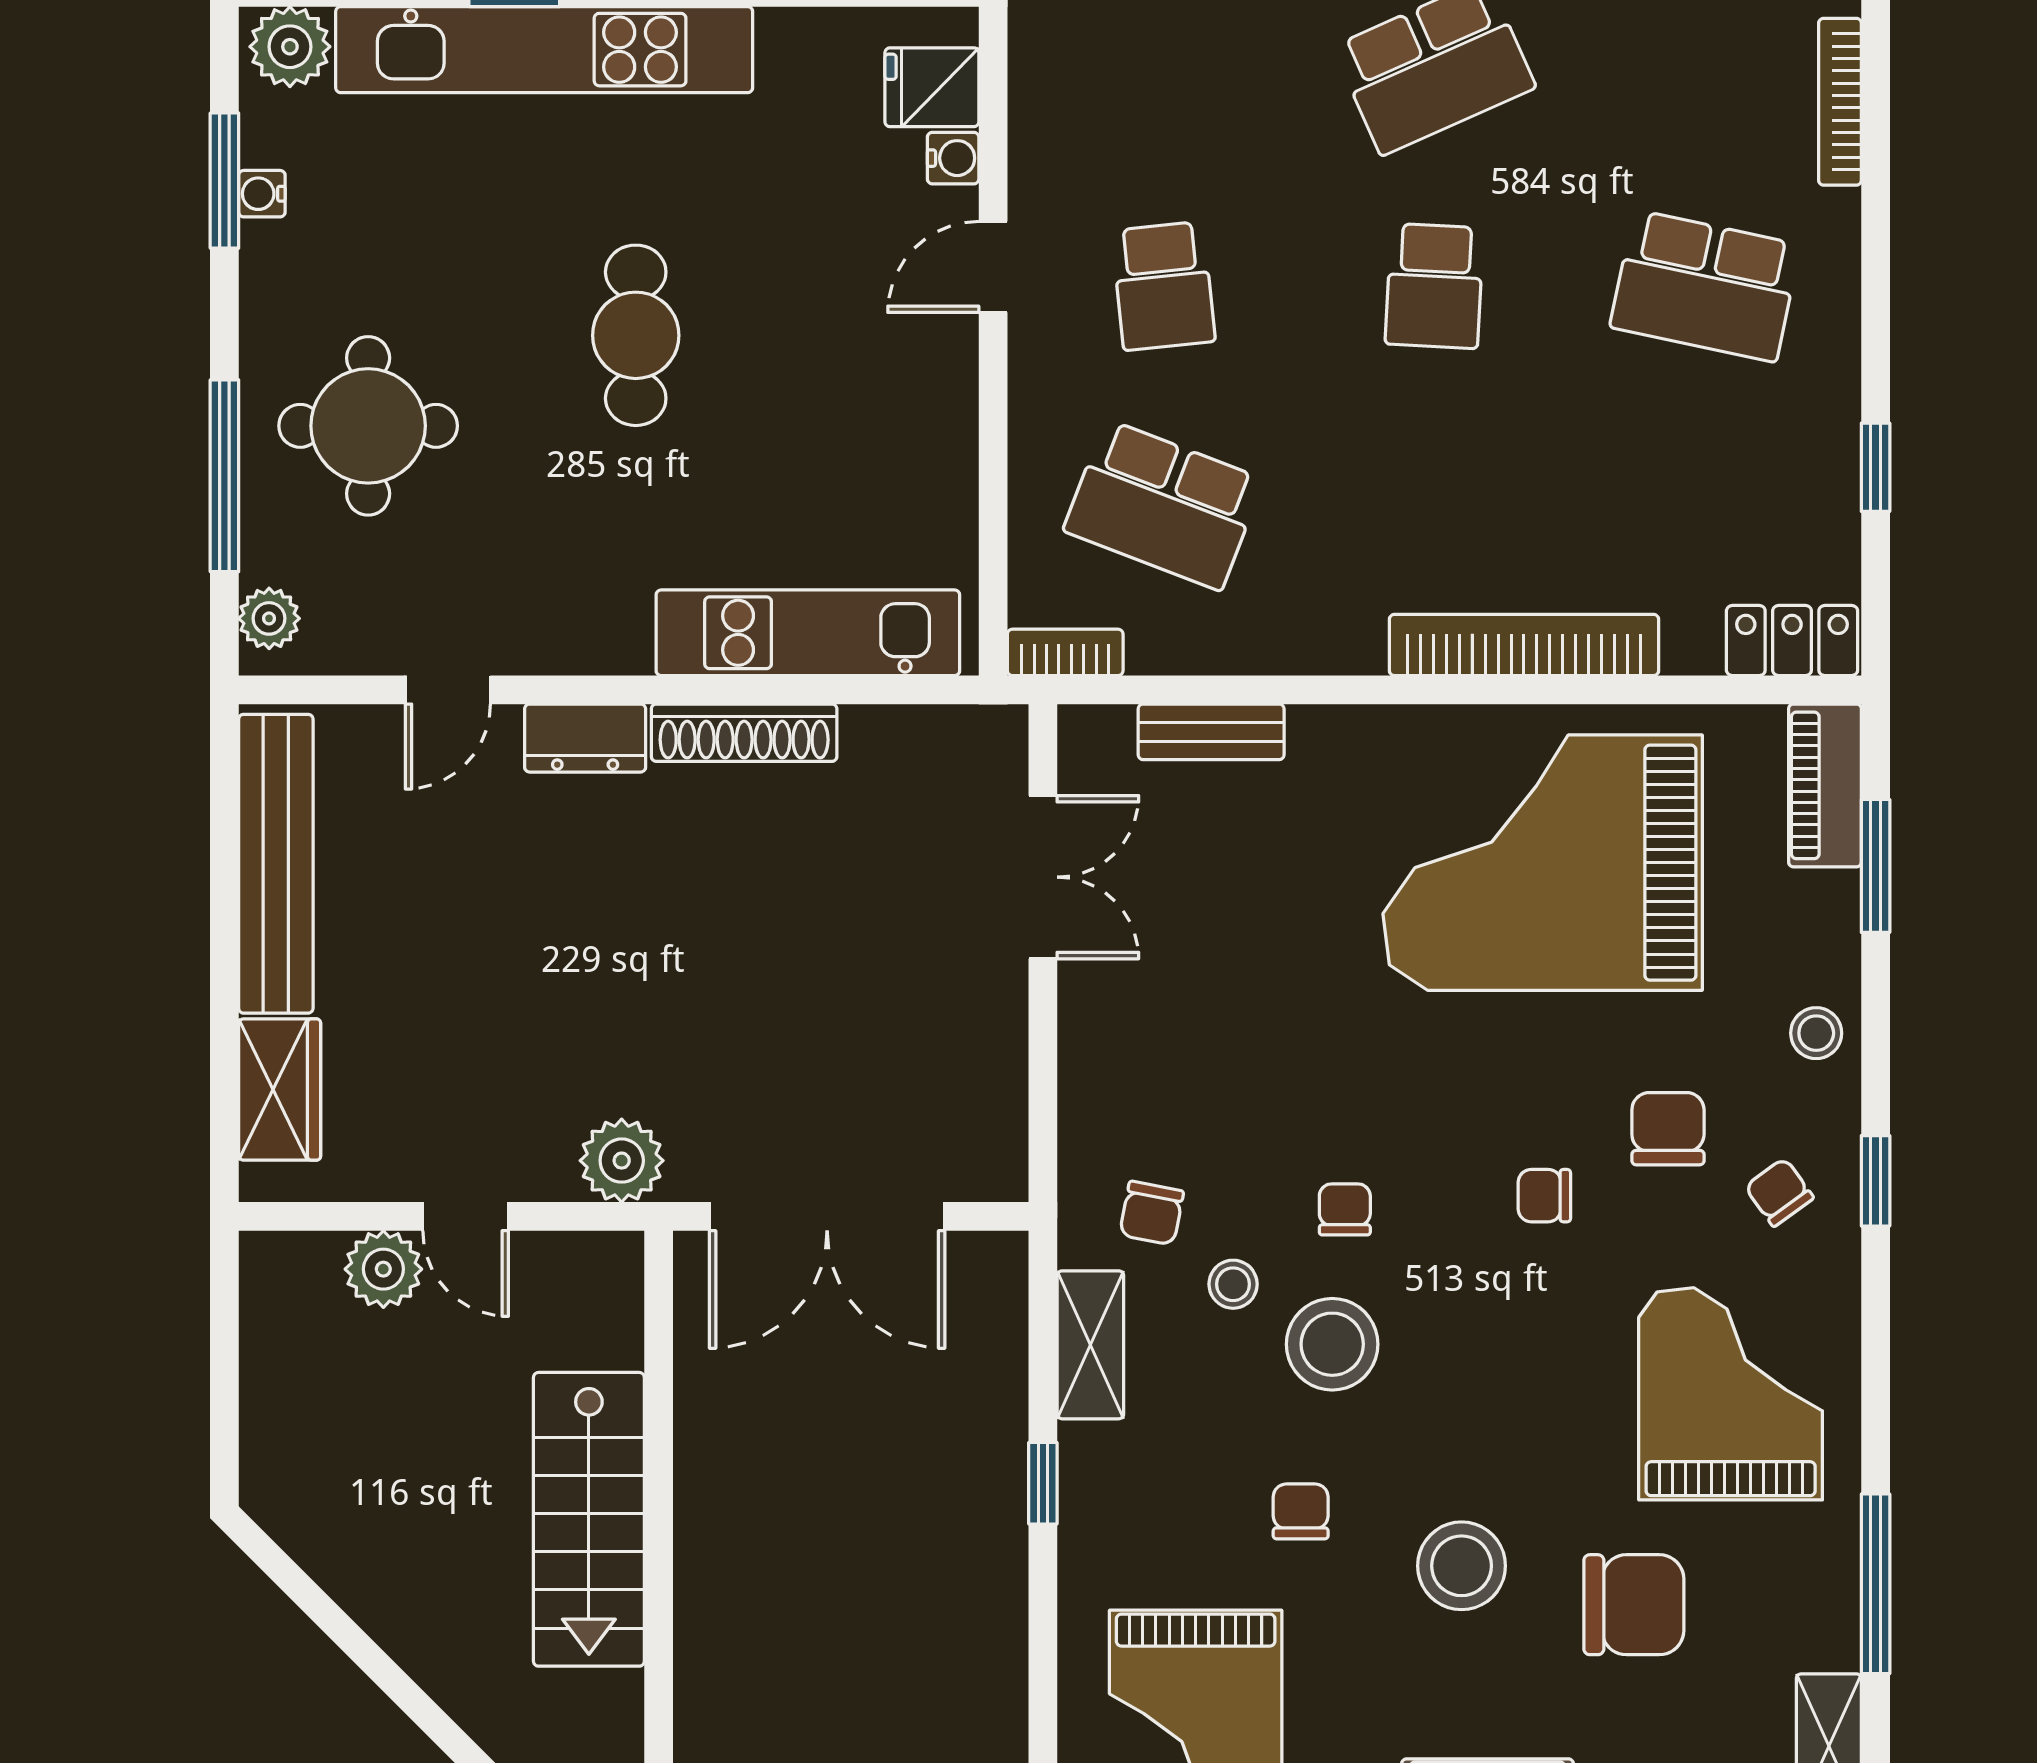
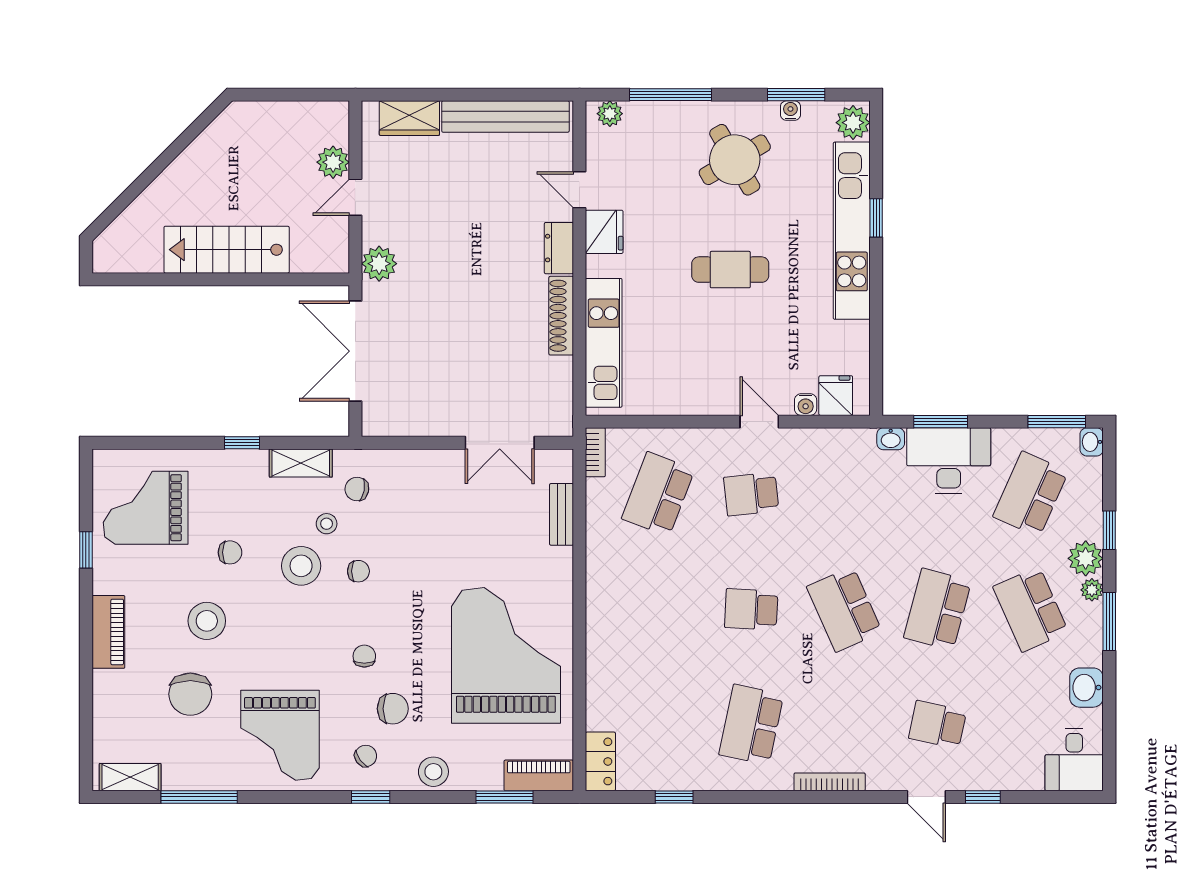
round table: (368, 426) -> (735, 160), moved, turned -30
fridge: (547, 632) -> (604, 232), added
bookcase: (1524, 645) -> (598, 647), removed
stool: (1816, 1033) -> (433, 772), width x1.37, depth x1.37
grand piano: (1731, 1394) -> (280, 735), turned 90

